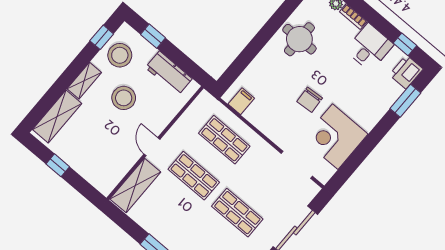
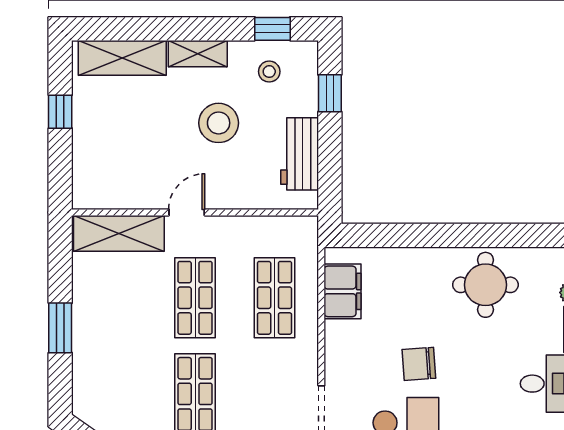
stool: (120, 55) -> (269, 72), width x0.53, depth x0.53
filing cabinet: (241, 101) -> (343, 291), width x2.00

